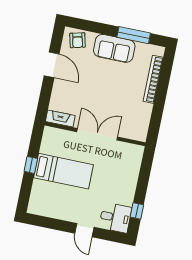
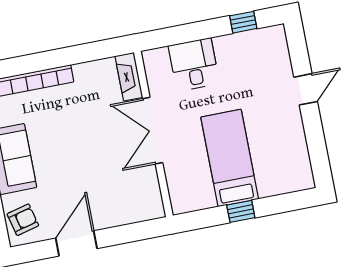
fireplace: (60, 119) -> (129, 77), moved
desk: (115, 218) -> (194, 65), moved

